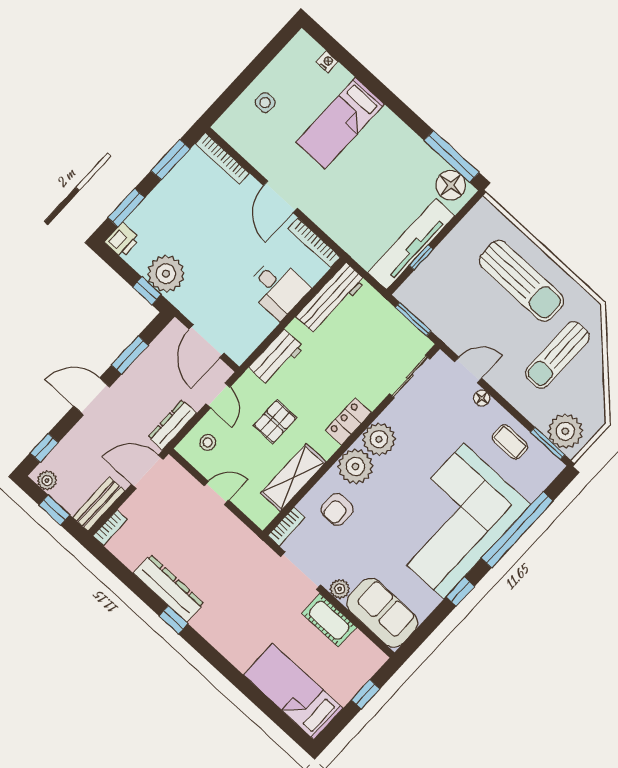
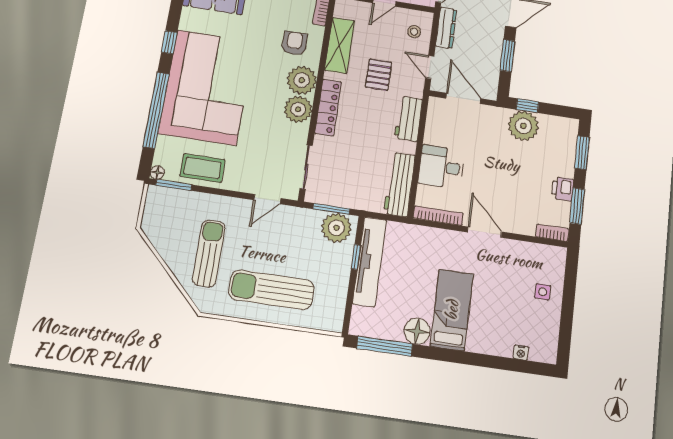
bed: (340, 123) -> (452, 310), moved
bookcase: (222, 158) -> (552, 233), width x0.64
floor lamp: (451, 185) -> (417, 331), moved
printer: (122, 240) -> (563, 189), moved
floor lamp: (482, 398) -> (157, 173), moved
locker: (348, 422) -> (328, 108), width x1.53
plant: (565, 431) -> (336, 228), moved
coffee table: (510, 442) -> (203, 168), width x1.36, depth x1.30

